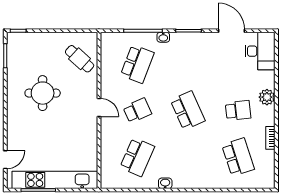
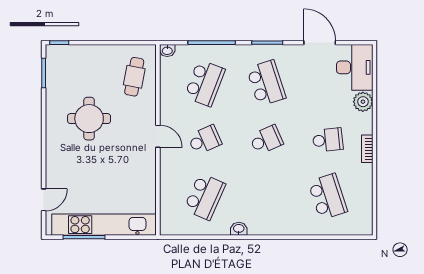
washbasin: (163, 37) -> (167, 50), moved
cafe table: (80, 59) -> (134, 77), turned 59
school desk: (188, 64) -> (266, 83), added
plant: (267, 97) -> (363, 102), moved
school desk: (188, 110) -> (266, 140), width x0.54
bookcase: (270, 138) -> (367, 149), moved

